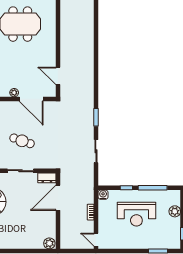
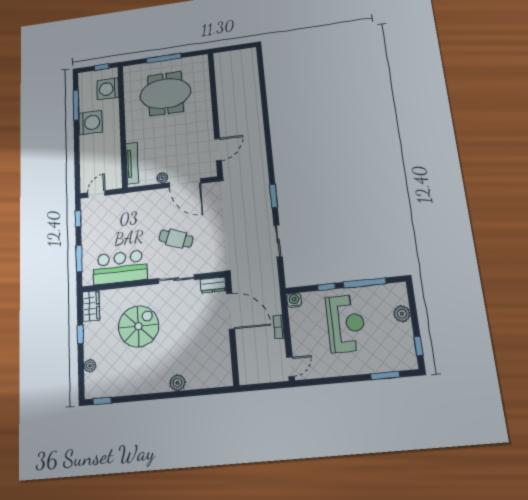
door: (58, 76) -> (218, 150), swing flipped
door: (58, 198) -> (231, 311), swing flipped
reception desk: (136, 214) -> (346, 323), turned -90
door: (96, 240) -> (290, 367), swing flipped
plant: (49, 243) -> (178, 383), moved

